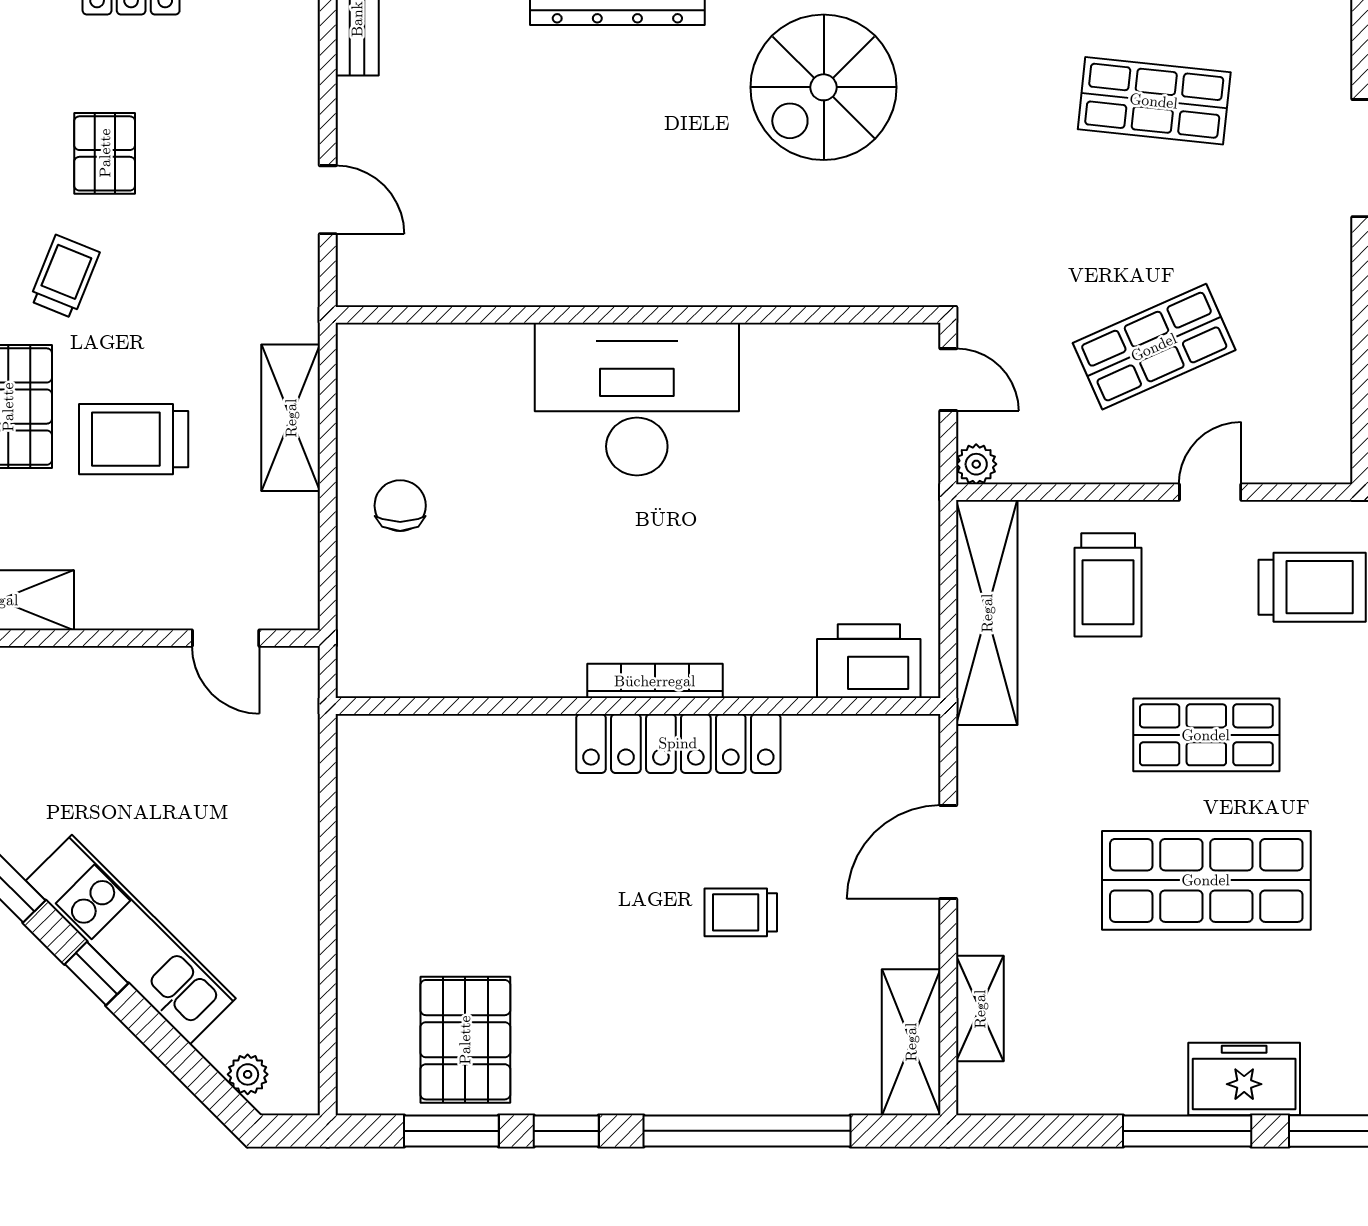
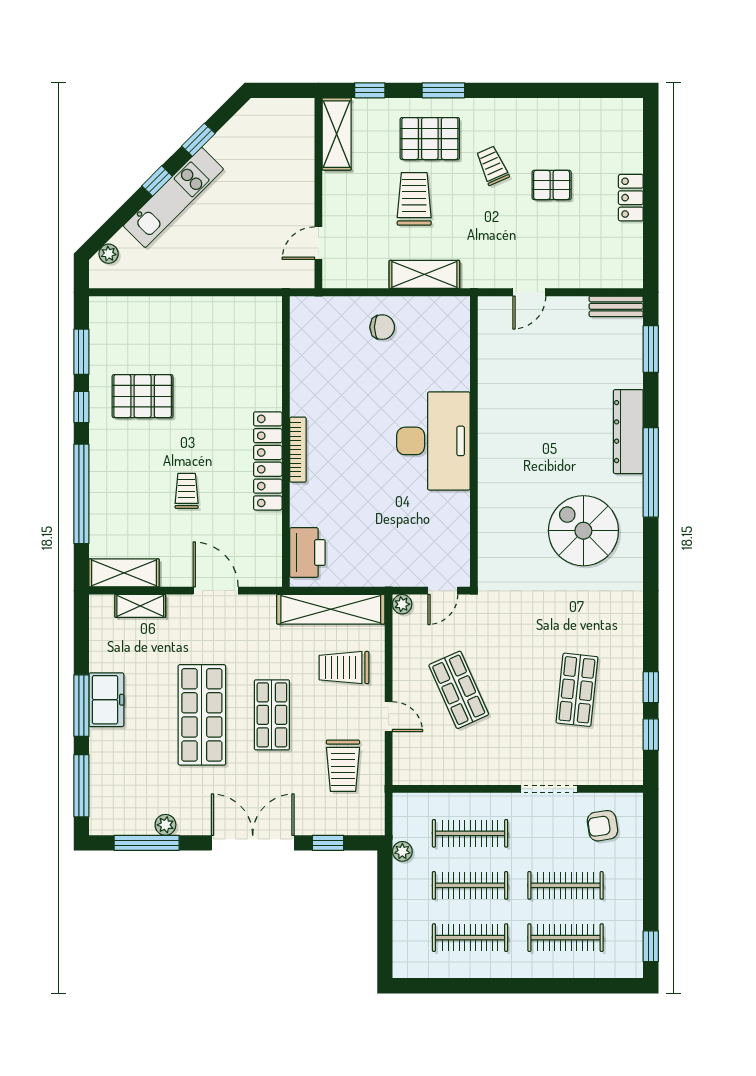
trolley: (65, 277) -> (492, 166), turned -136
pallet: (465, 1040) -> (143, 396), moved
freezer: (1244, 1079) -> (106, 700), moved

